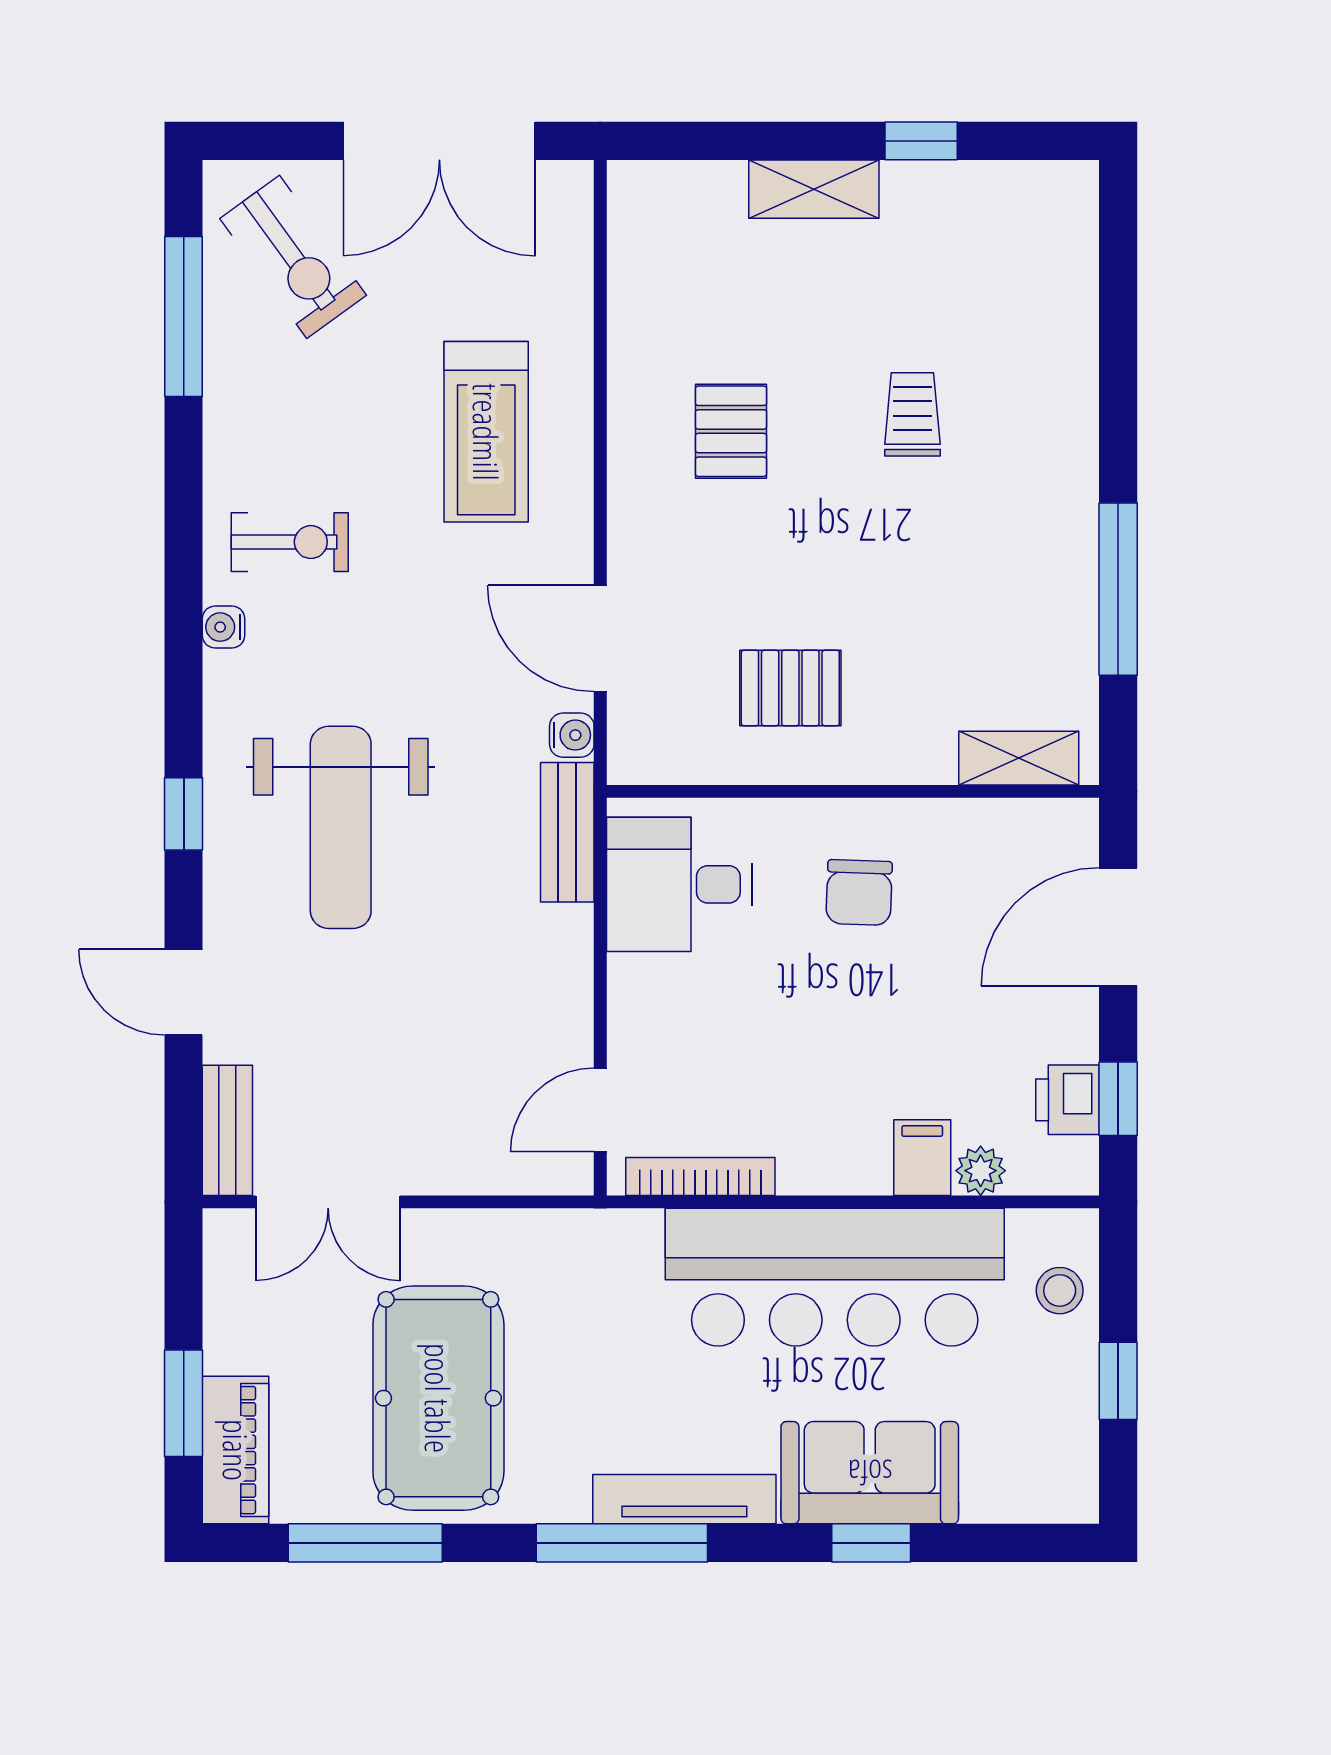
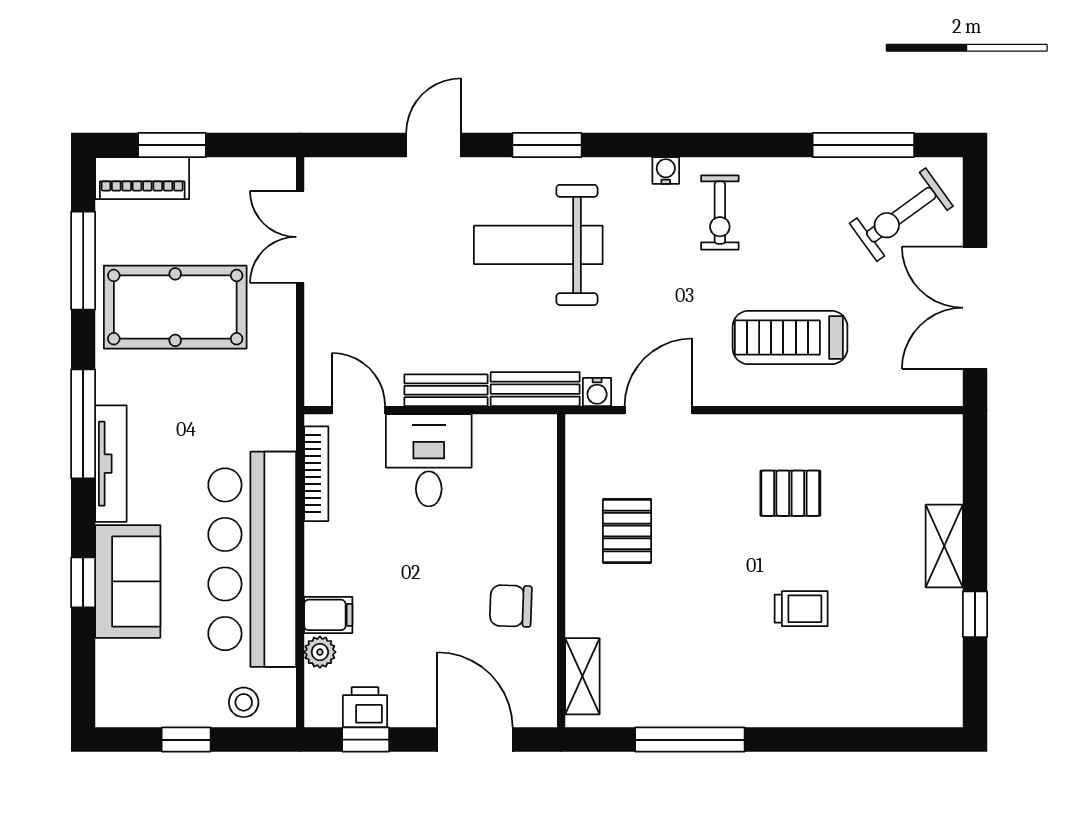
window: (184, 814) -> (547, 145), width x1.50
desk: (679, 884) -> (429, 460), moved
chair: (859, 892) -> (511, 606), moved
bench: (227, 1130) -> (446, 390), moved

